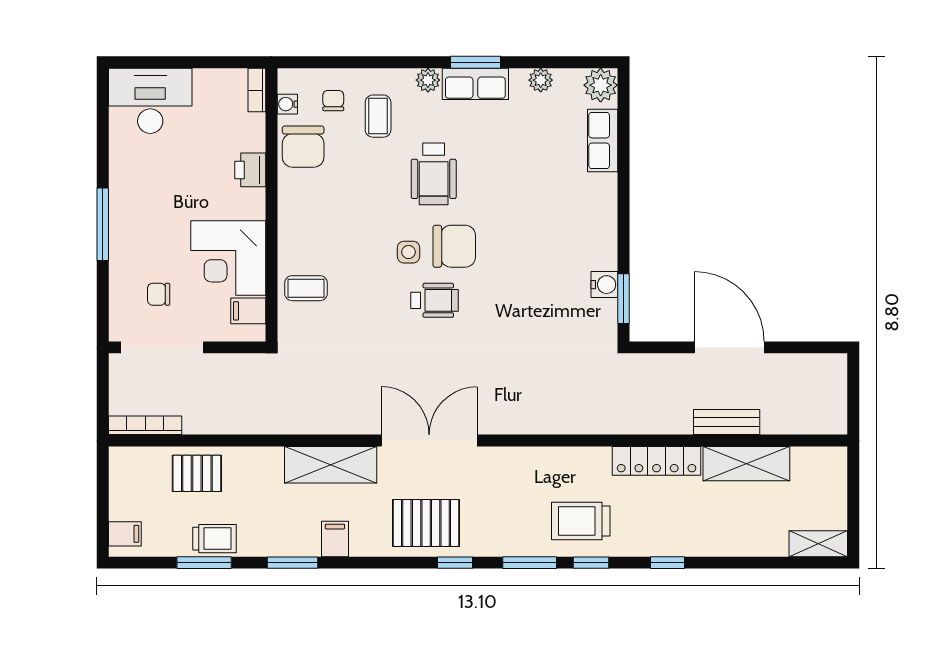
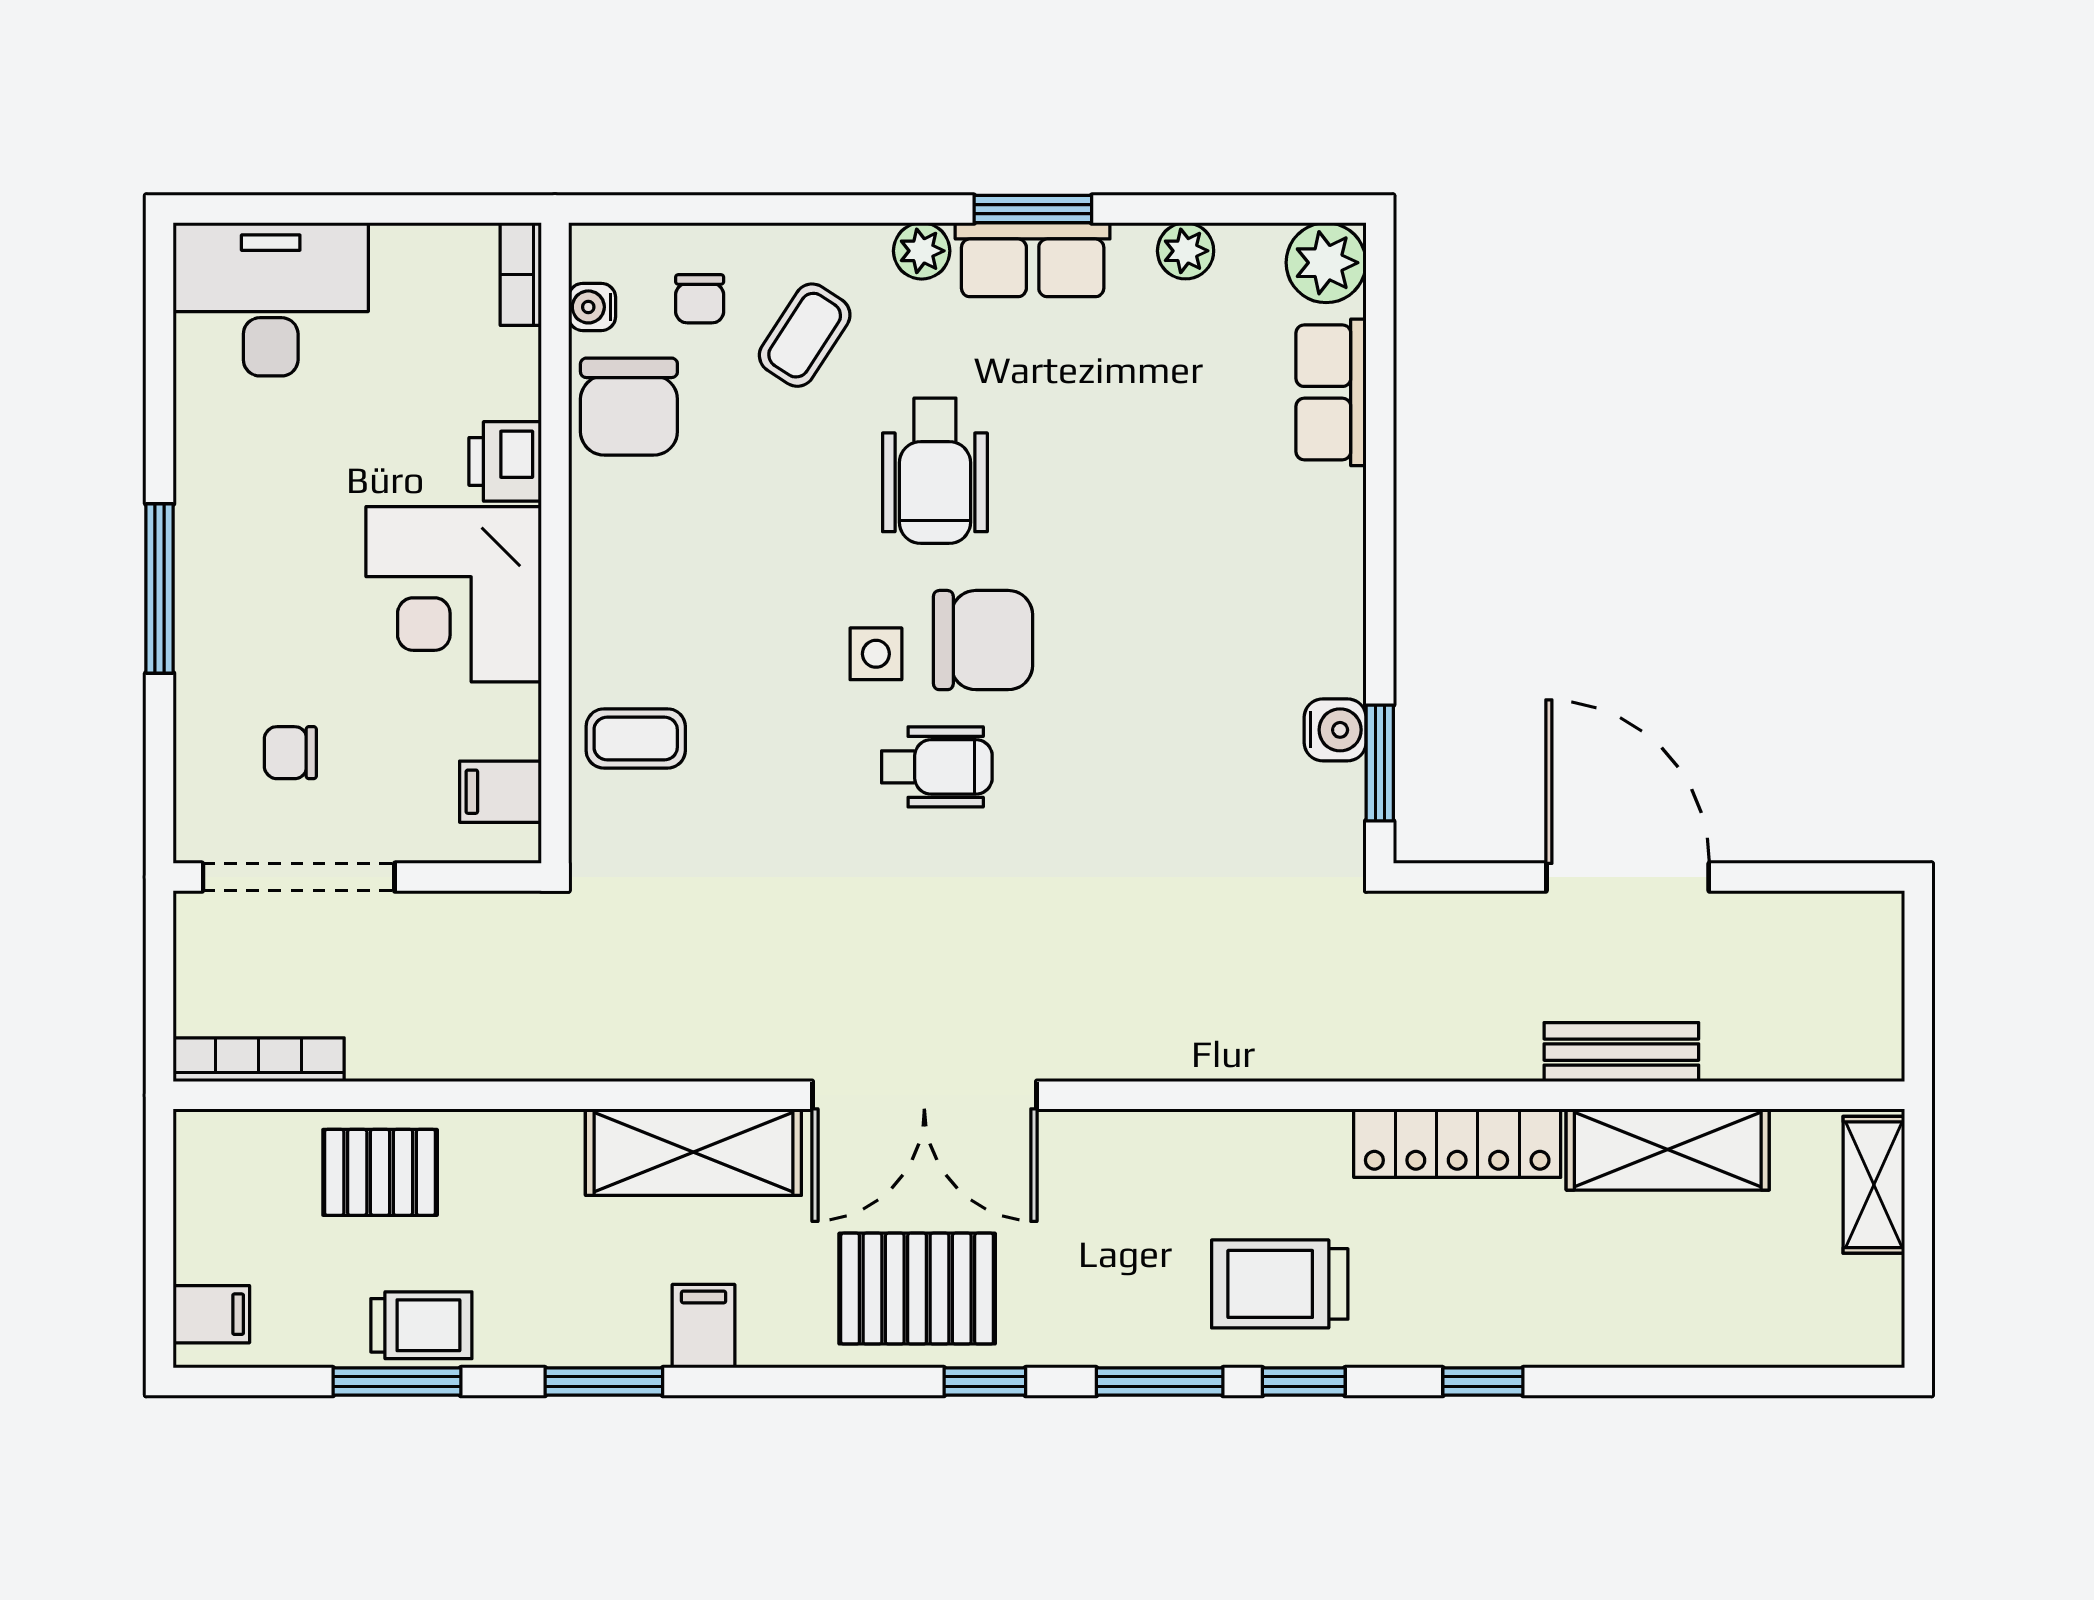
chair: (333, 101) -> (700, 299), turned 180
coffee table: (378, 116) -> (805, 335), turned 33
corner desk: (228, 258) -> (454, 594), moved
double door: (429, 440) -> (924, 1095), swing flipped
shelving: (818, 544) -> (1874, 1185), moved, turned 90

